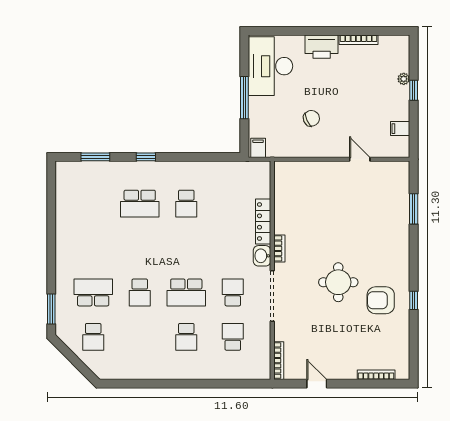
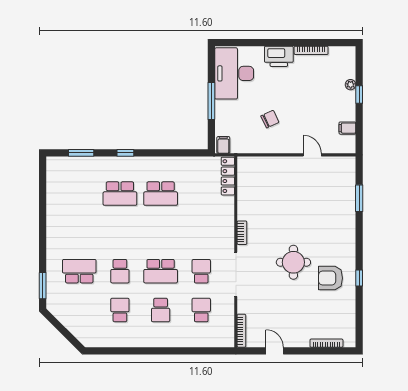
school desk: (186, 204) -> (161, 194), width x1.85
locker: (263, 222) -> (228, 176), moved
washbasin: (262, 256) -> (227, 239), removed
school desk: (93, 337) -> (120, 310), moved, turned 180

